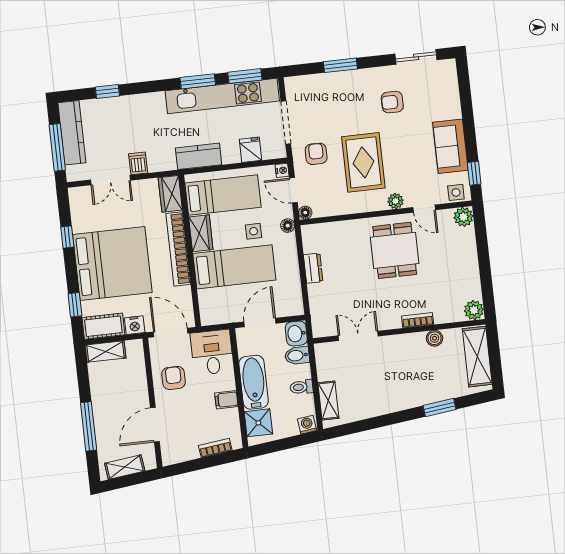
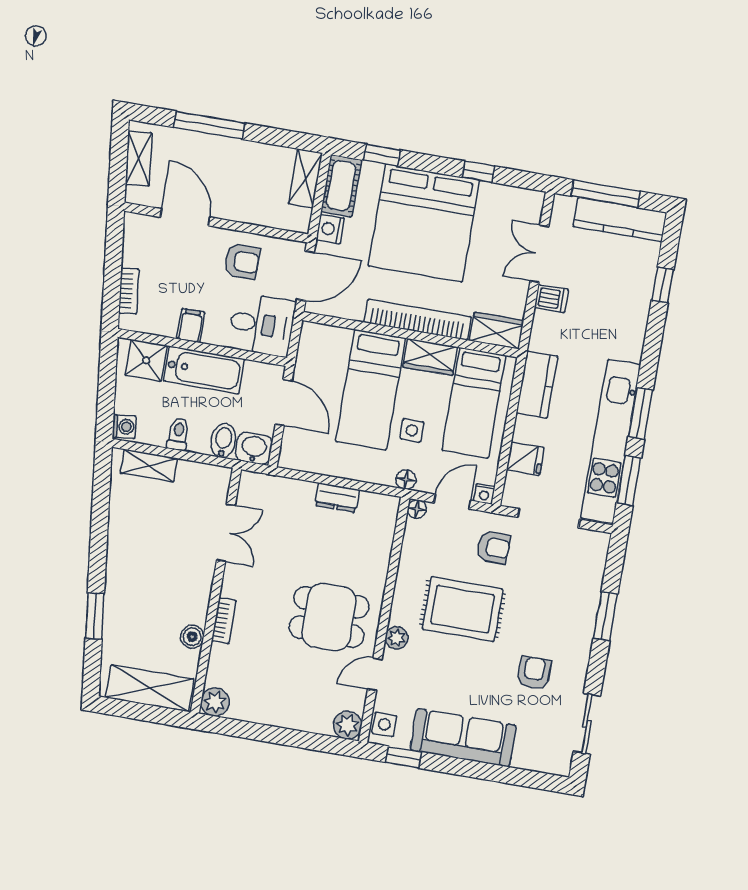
sofa: (450, 146) -> (463, 738), width x1.36

